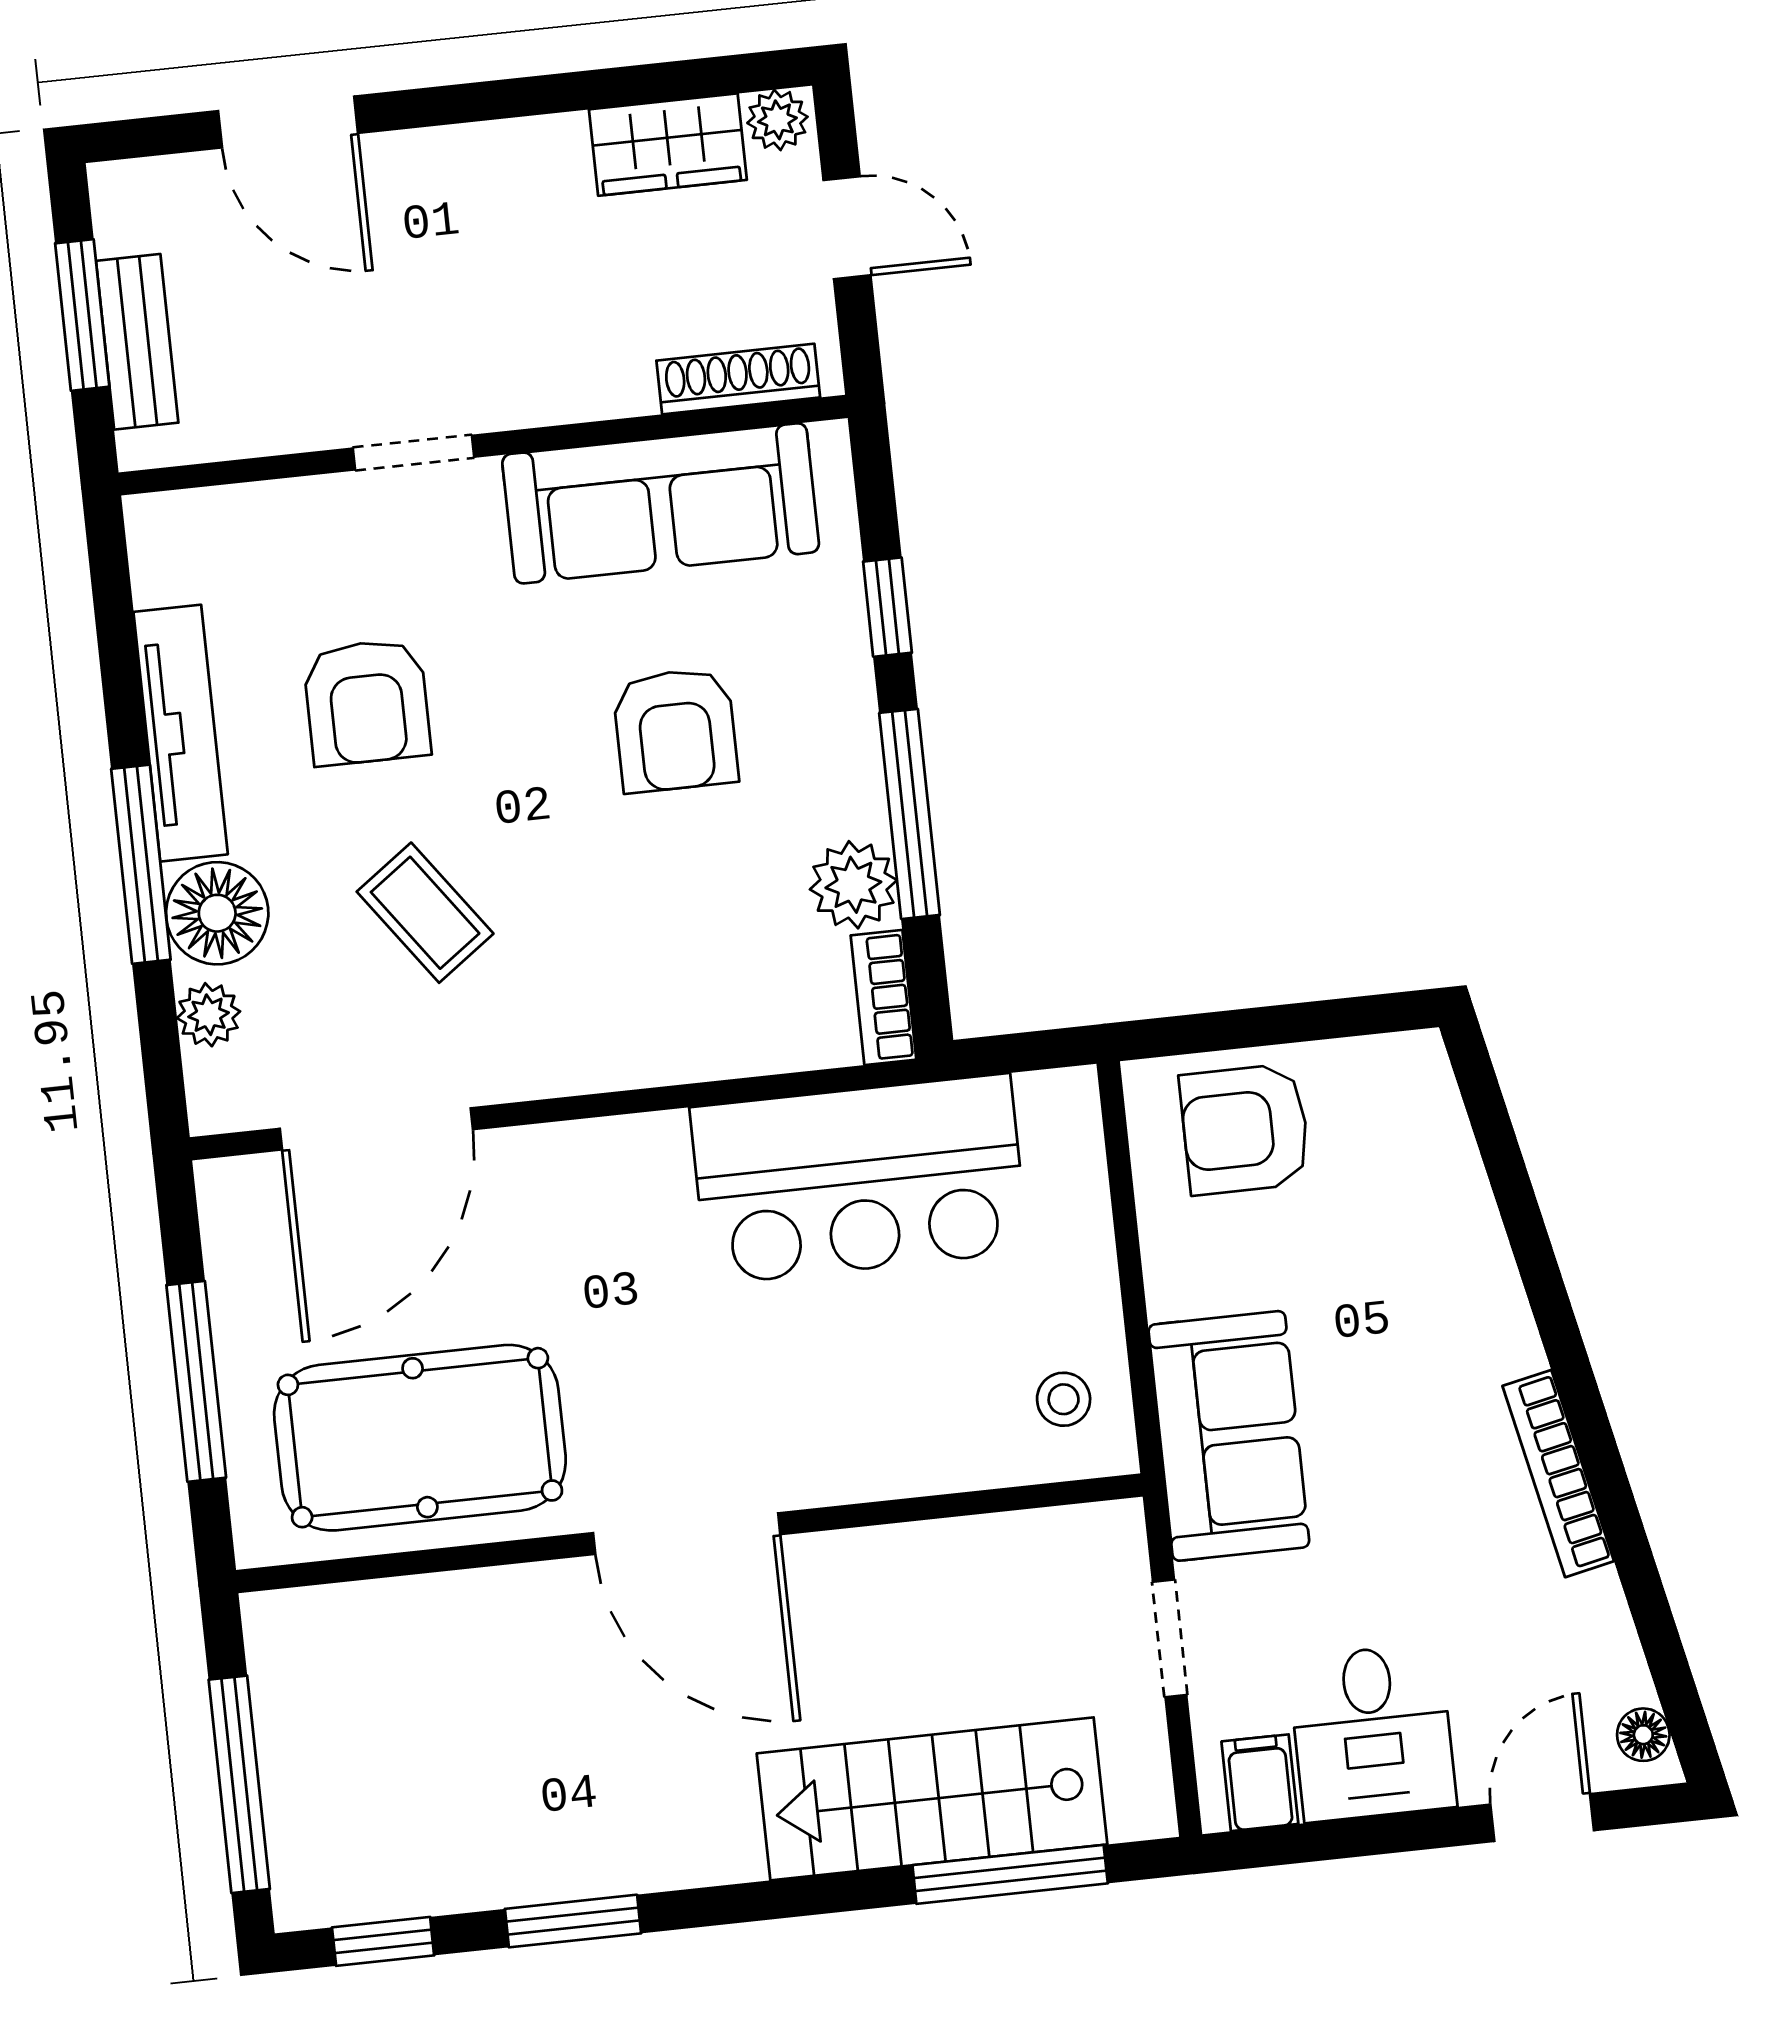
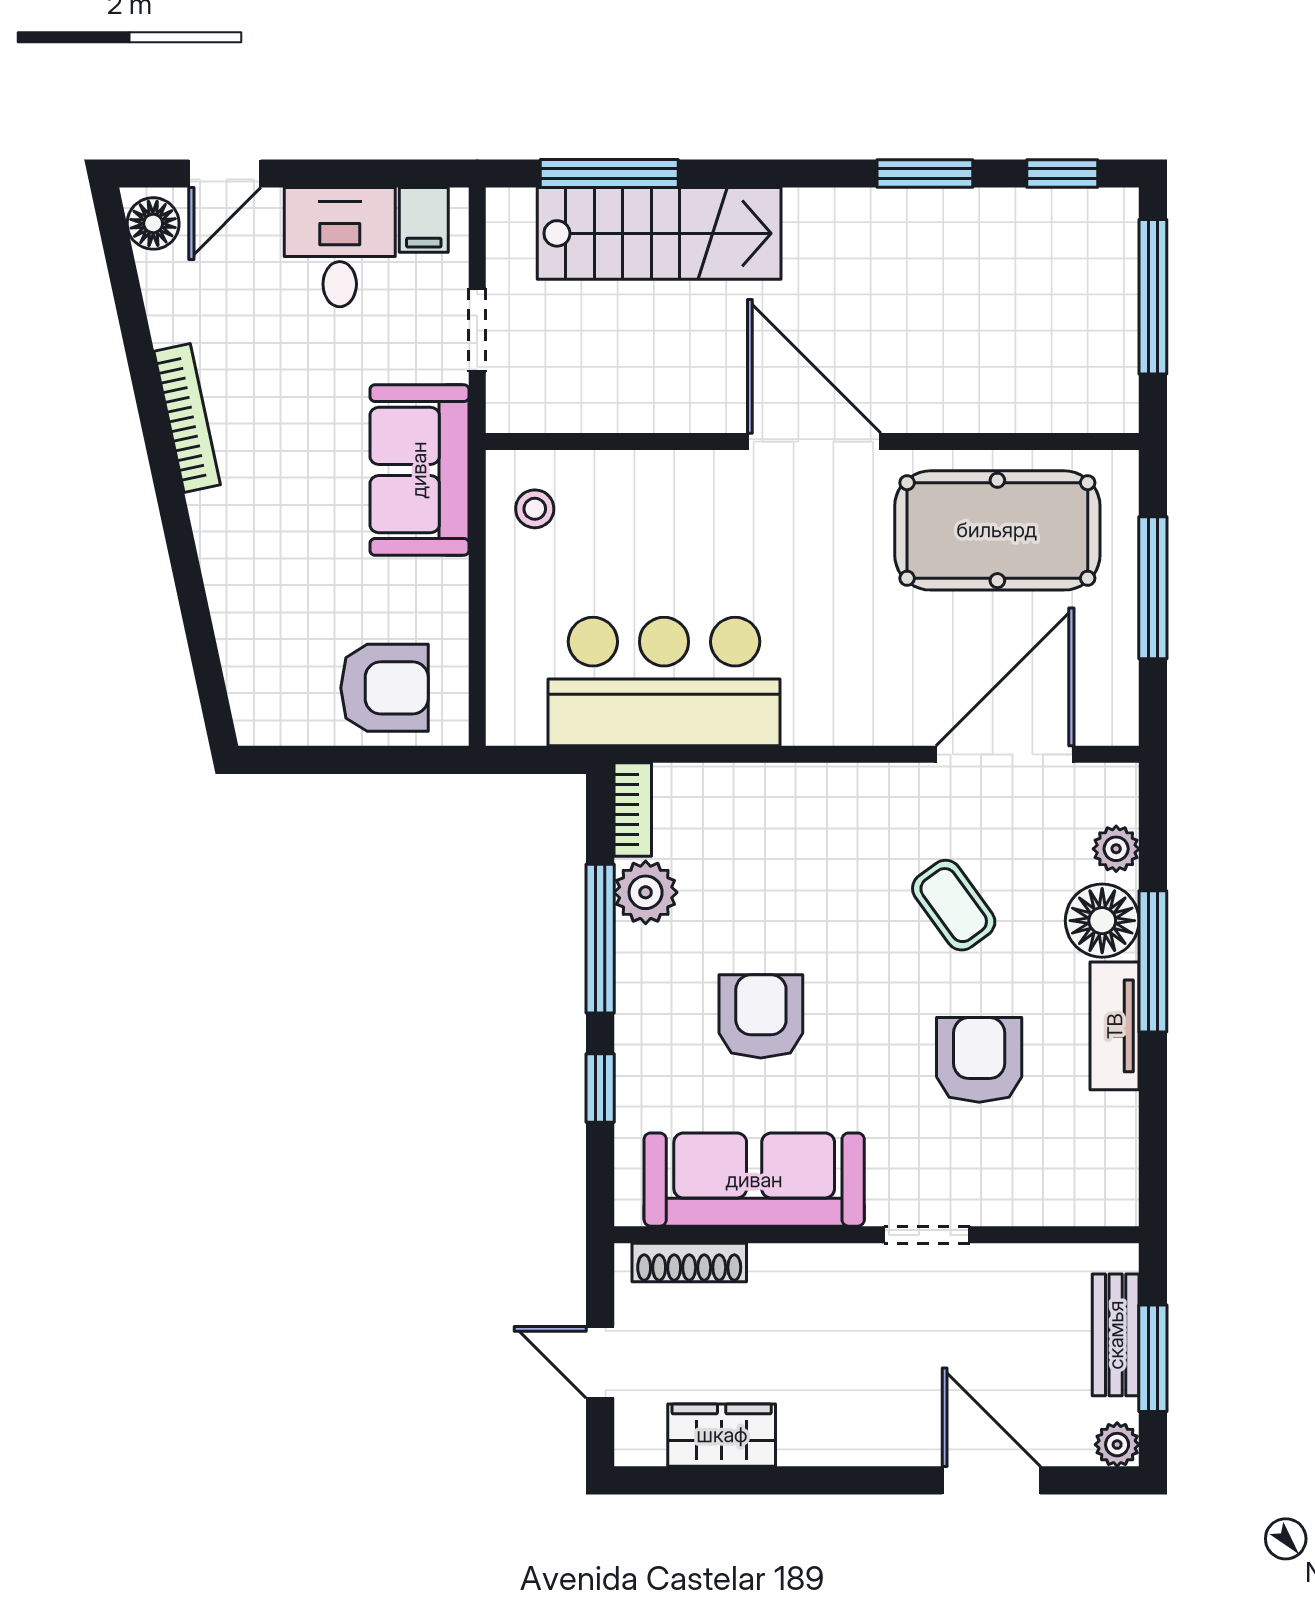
plant: (777, 120) -> (1117, 1445), moved
tv unit: (181, 733) -> (1115, 1026), width x0.71
floor lamp: (1643, 1735) -> (153, 223), width x1.37, depth x1.37

